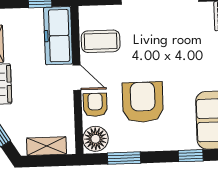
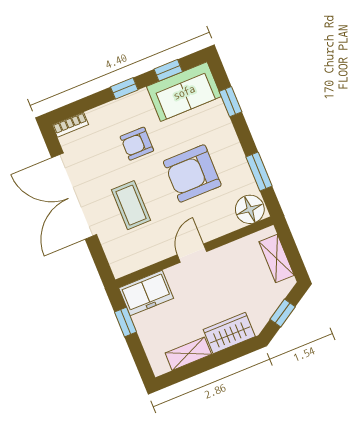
freezer: (58, 36) -> (146, 293), width x0.71
coffee table: (101, 41) -> (131, 205), moved
armchair: (95, 105) -> (137, 144), moved

